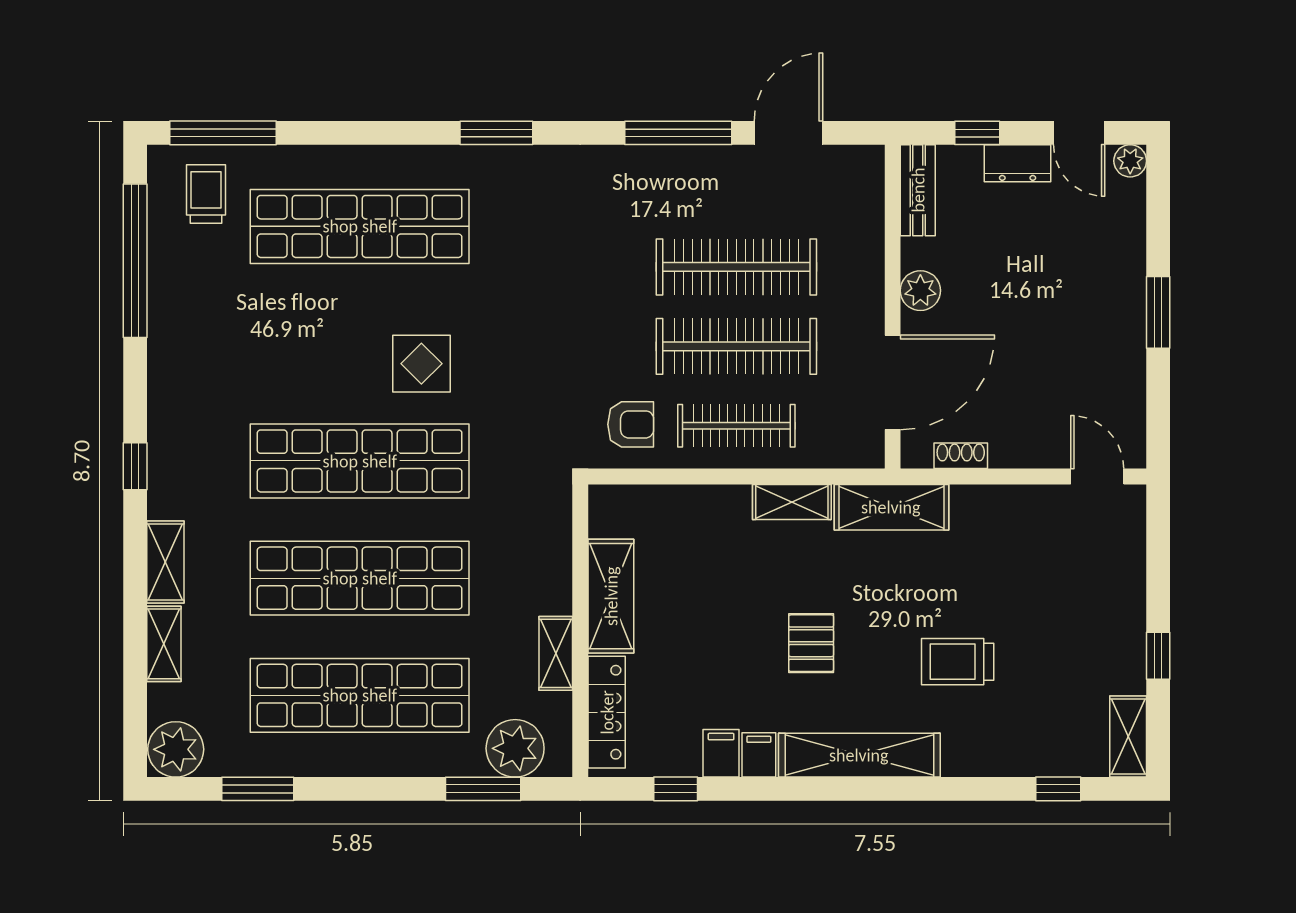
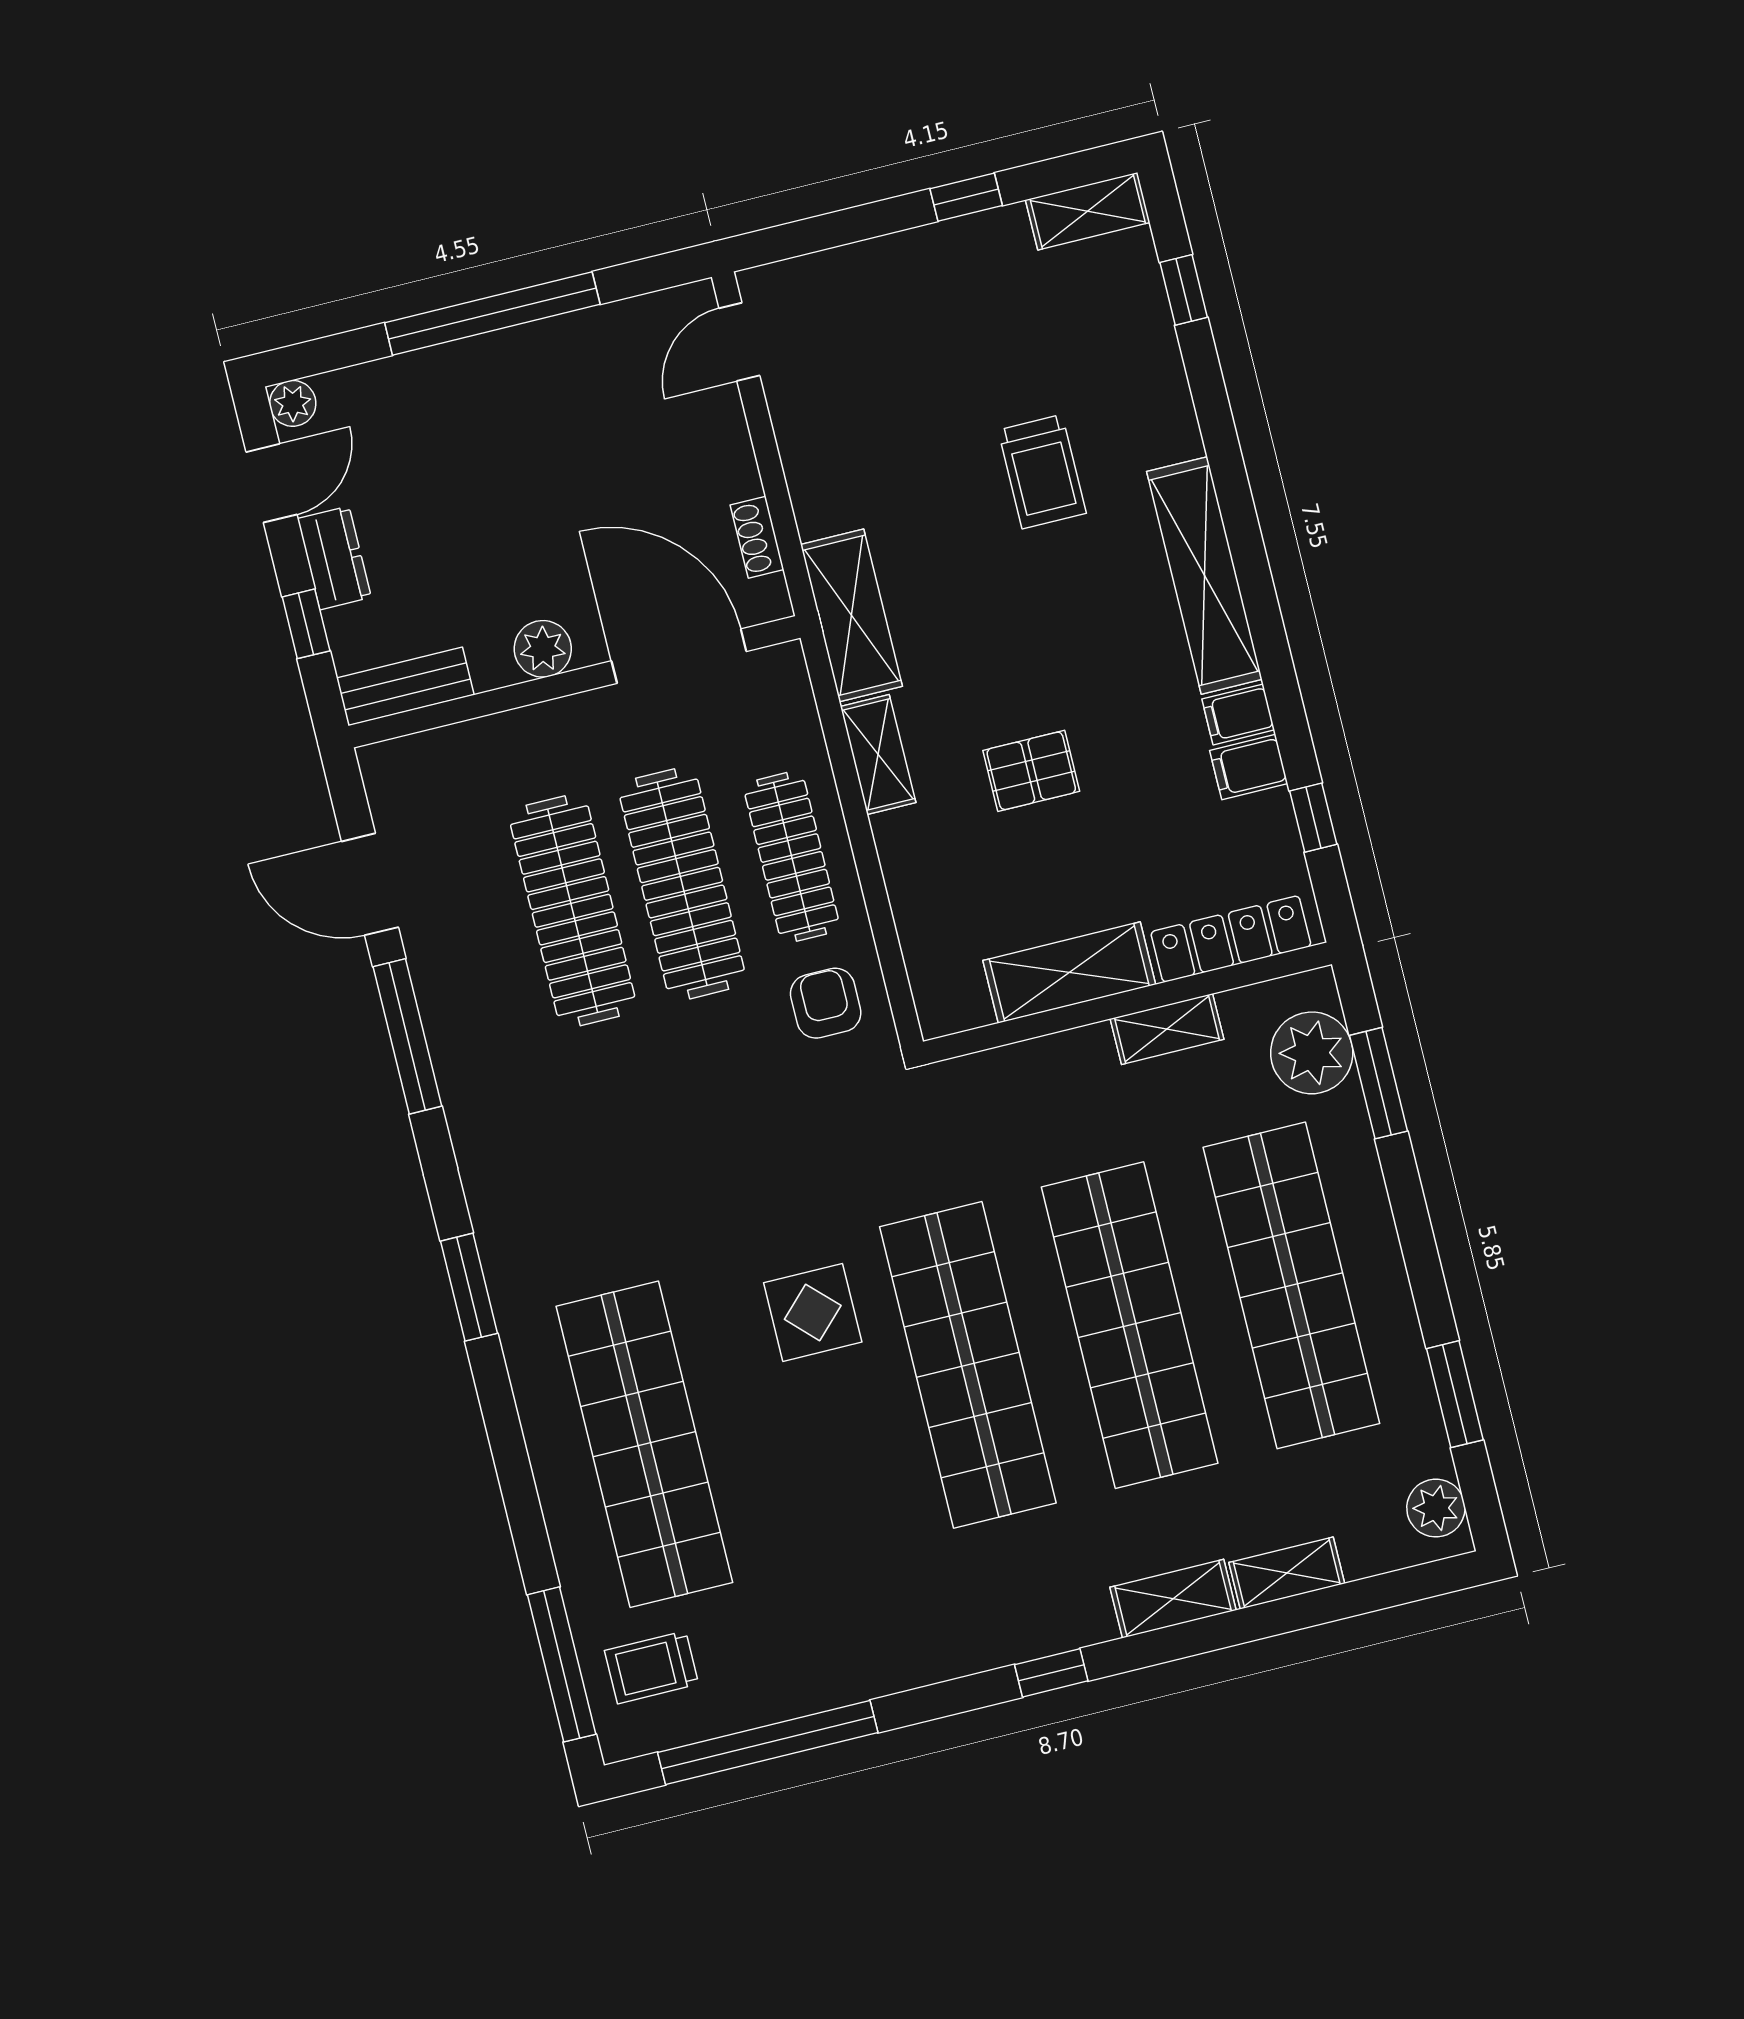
window: (1158, 312) -> (492, 314), width x2.11
pallet: (811, 643) -> (1031, 771), moved
plant: (176, 749) -> (1436, 1508), width x0.73, depth x0.73

